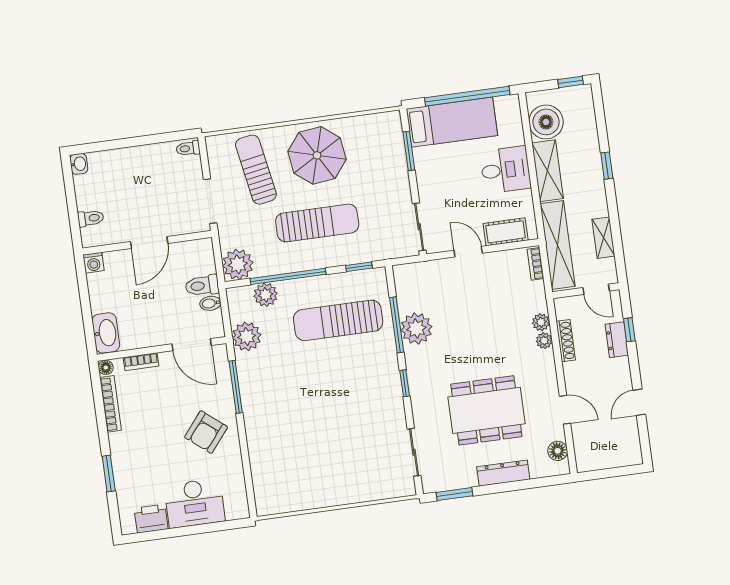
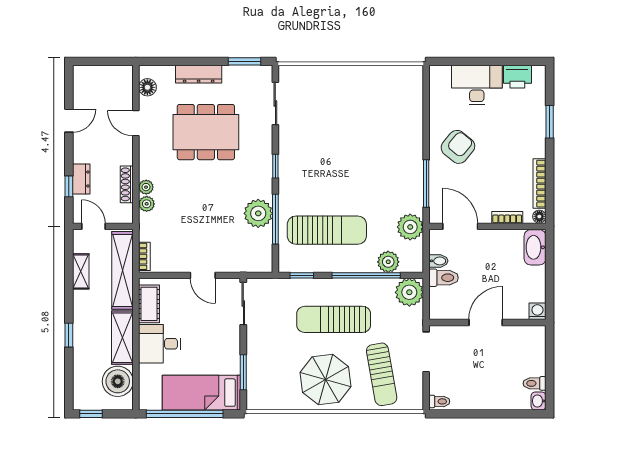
toilet: (91, 218) -> (535, 383), moved
cot: (506, 232) -> (149, 304), moved, turned 90

